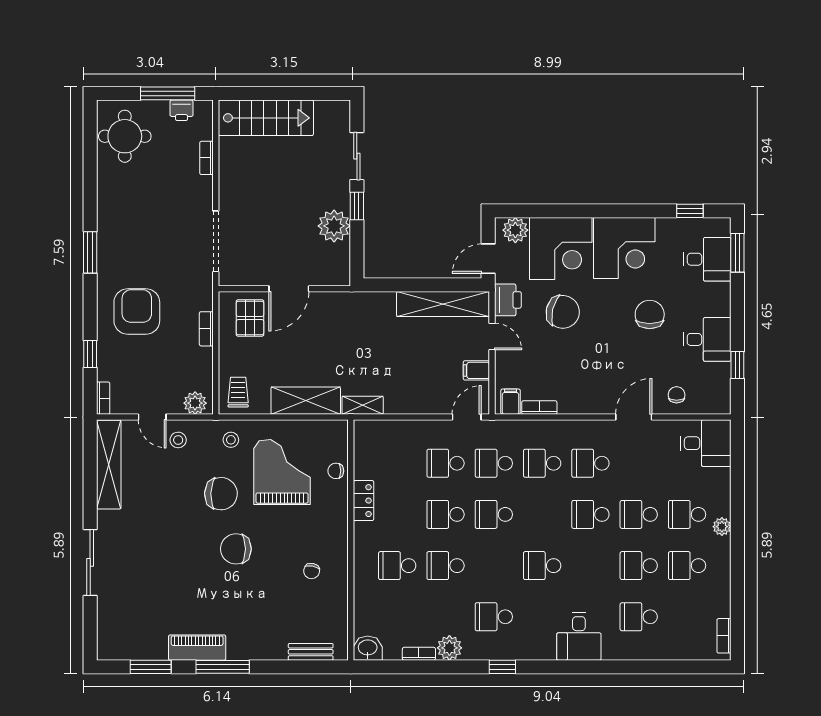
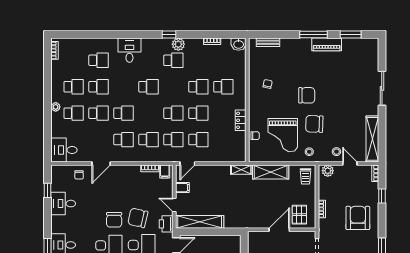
armchair: (137, 311) -> (358, 218), turned 180
chair: (650, 314) -> (114, 220), moved
plant: (449, 648) -> (178, 44), moved

